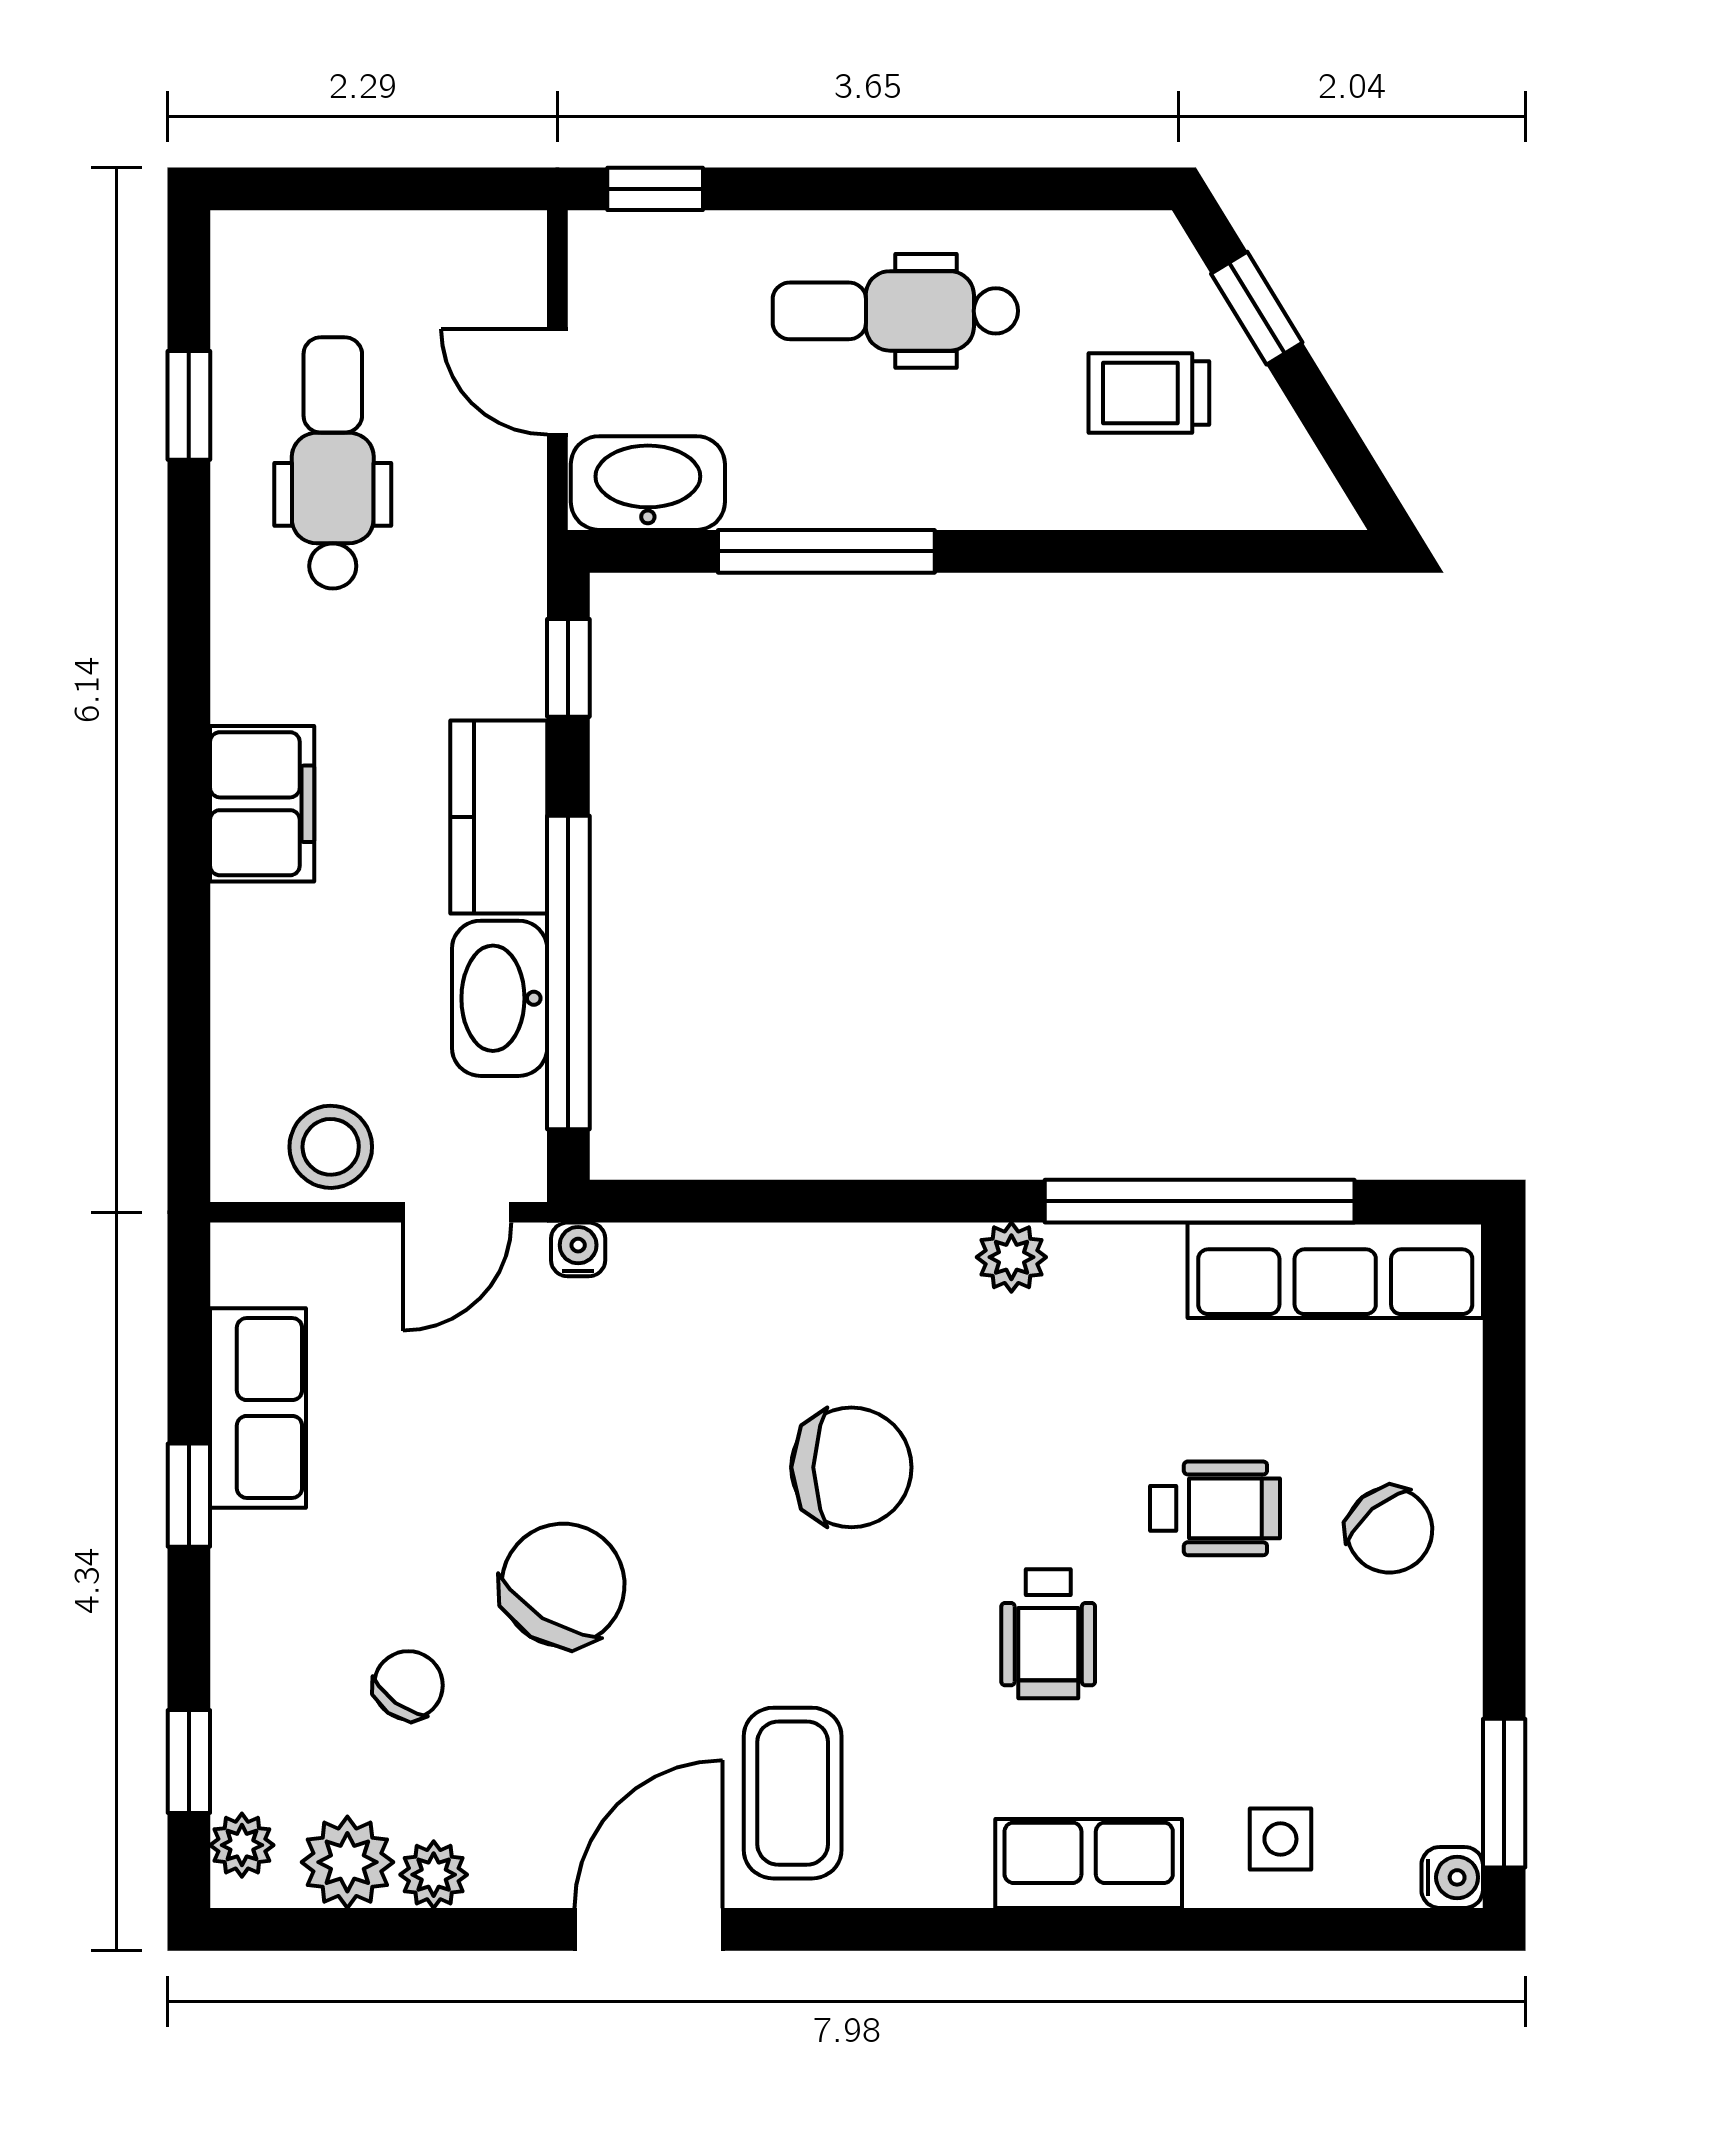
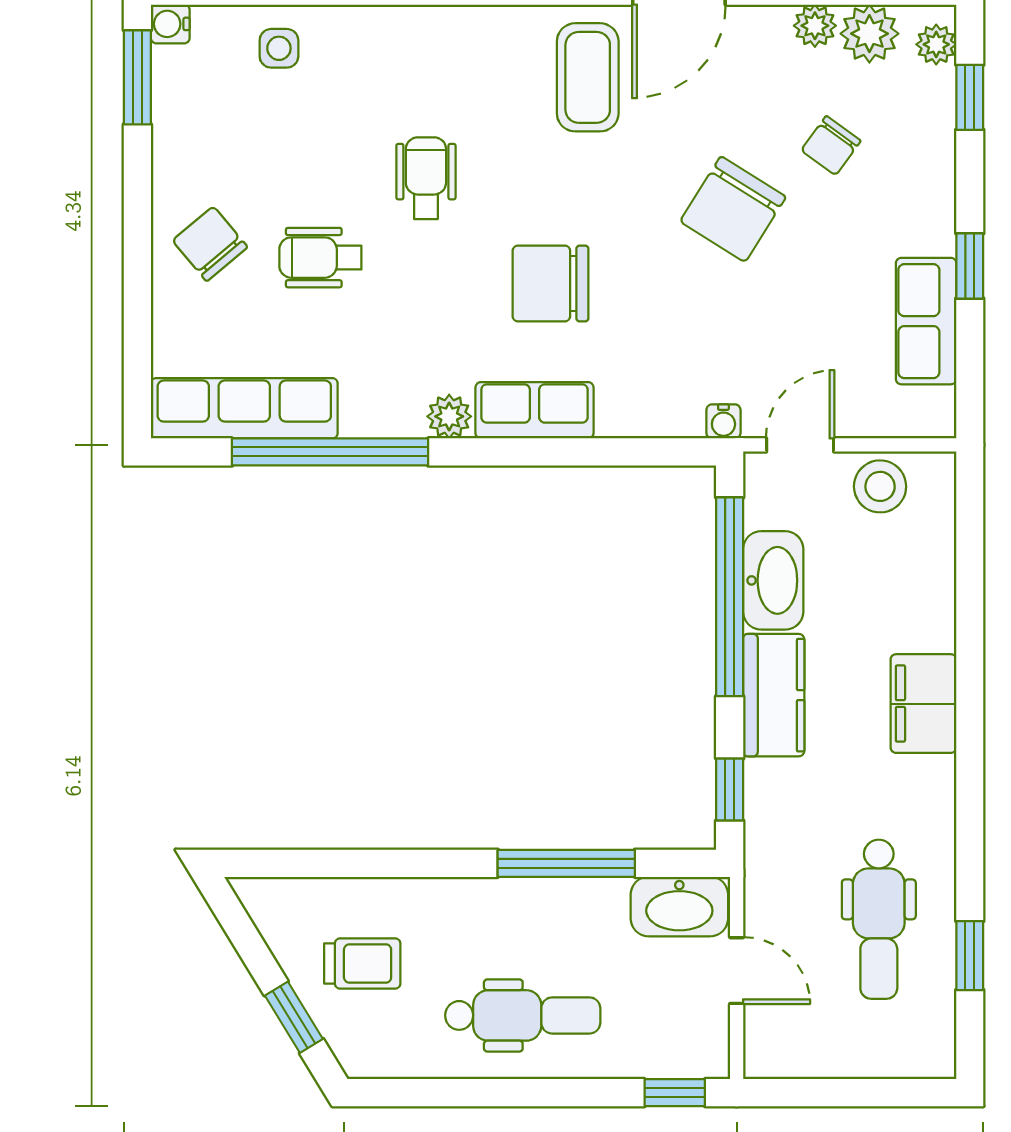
row of seats: (1089, 1864) -> (535, 410), moved, turned 180

